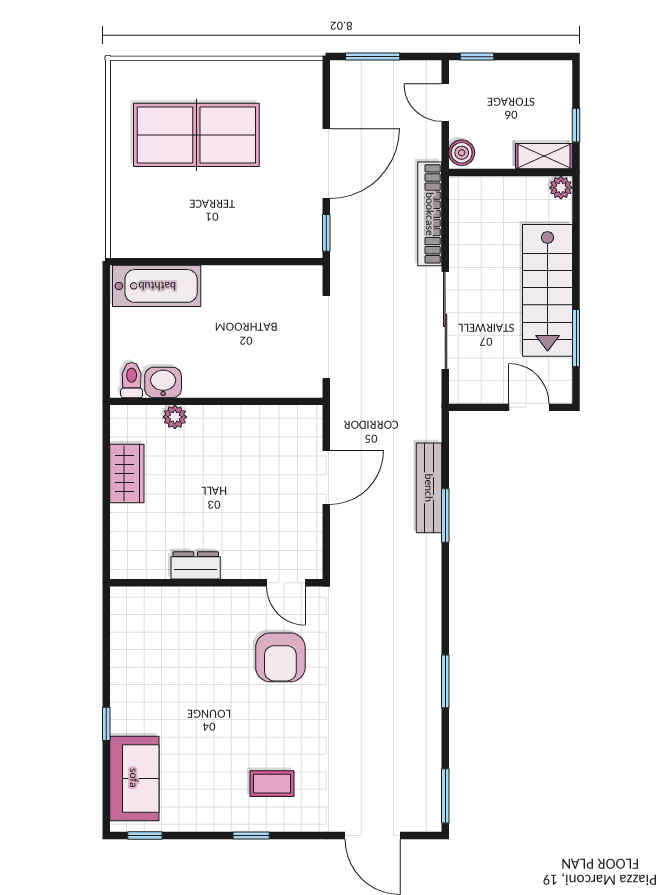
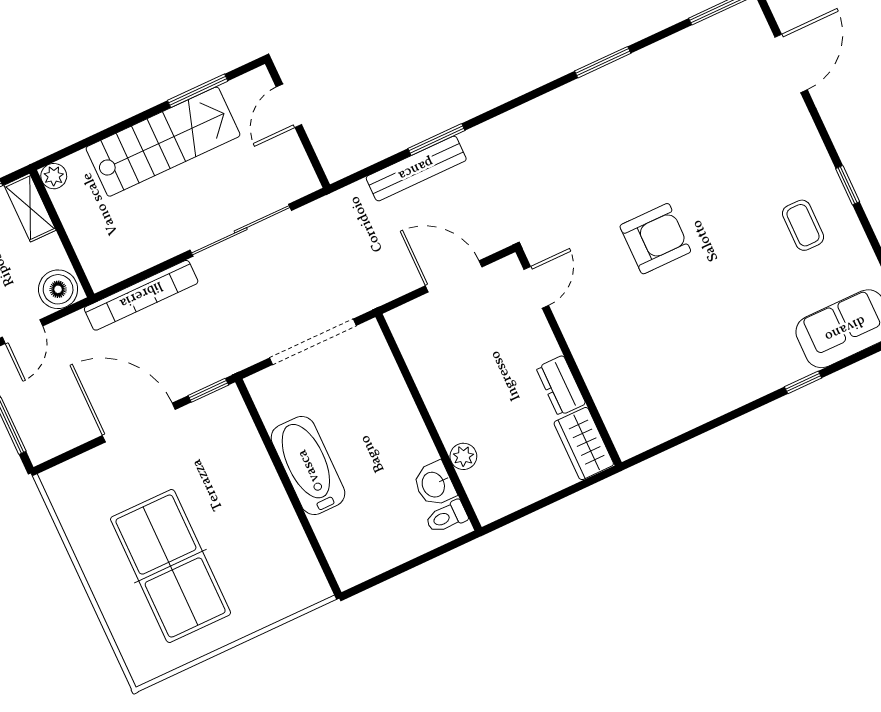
boiler: (462, 153) -> (58, 289), width x1.36, depth x1.36
bathtub: (157, 286) -> (308, 466), moved
wardrobe: (127, 473) -> (584, 444), moved, turned -90
dresser: (196, 565) -> (561, 386), moved
wall: (216, 583) -> (569, 357), moved
door: (286, 583) -> (536, 287), moved
coffee table: (272, 784) -> (803, 225), moved

